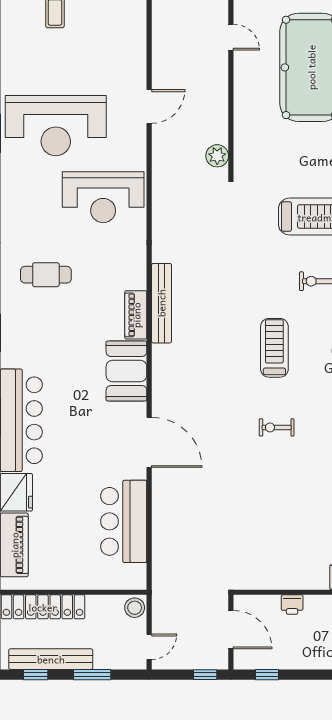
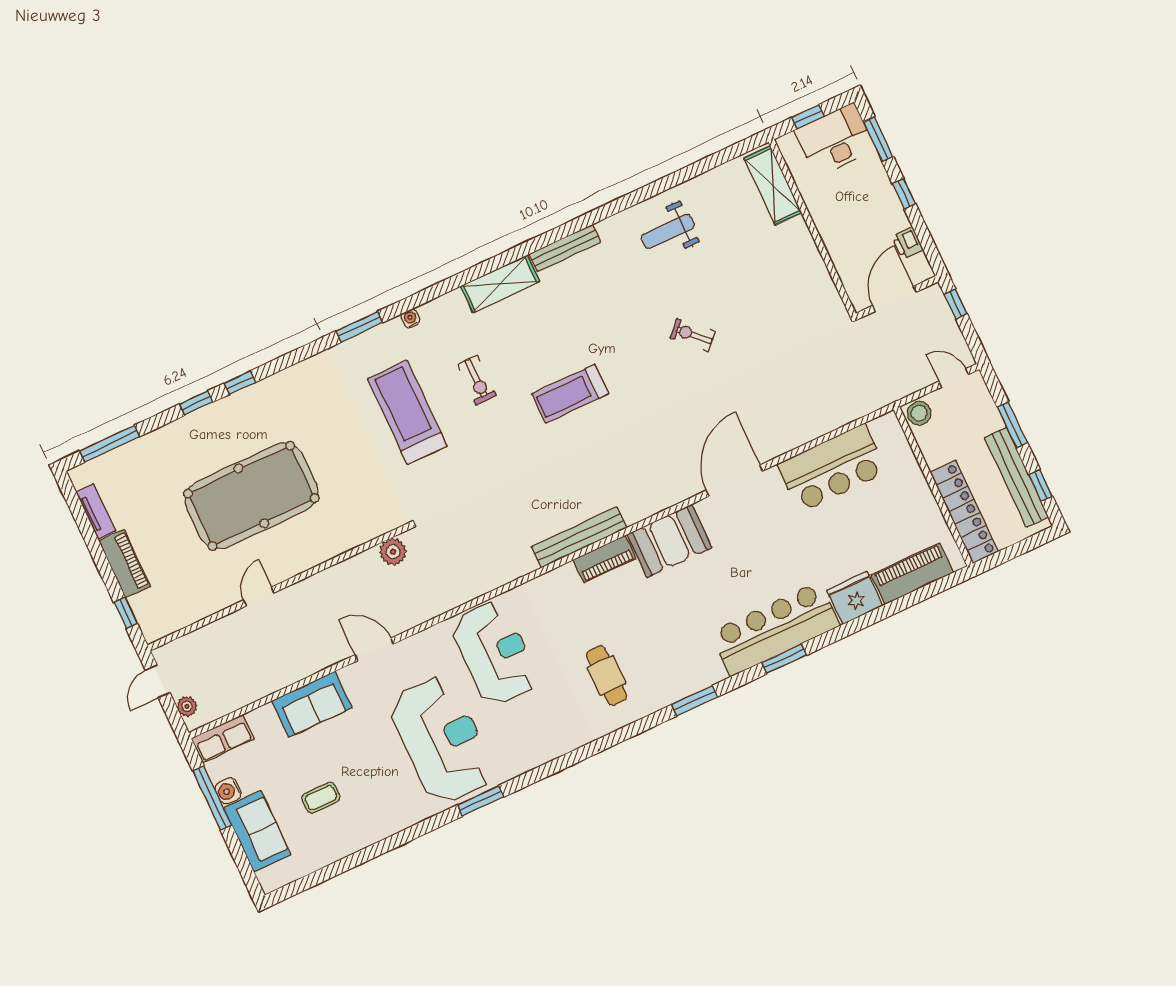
sofa: (130, 39) -> (312, 704), added
exercise bike: (277, 427) -> (692, 335), moved, turned 134
printer: (292, 605) -> (908, 243), moved, turned 180
window: (267, 675) -> (904, 194), moved

